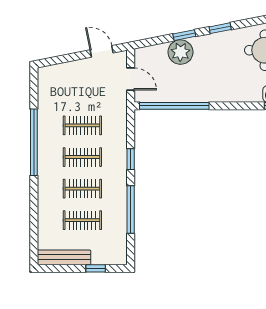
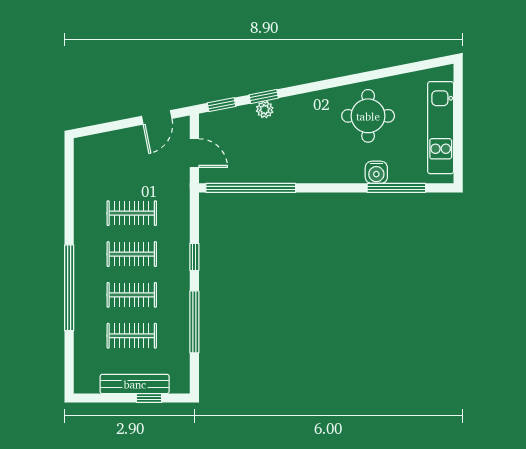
window: (220, 28) -> (222, 105), moved
door: (102, 51) -> (157, 117), swing flipped
plant: (181, 52) -> (265, 110), width x0.53, depth x0.53
window: (34, 142) -> (69, 288), moved
bench: (64, 257) -> (135, 384), moved

